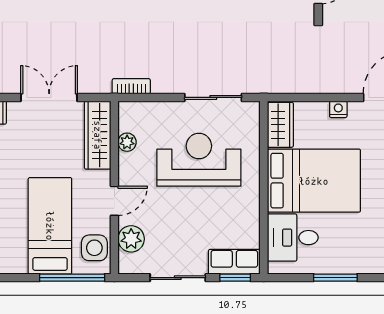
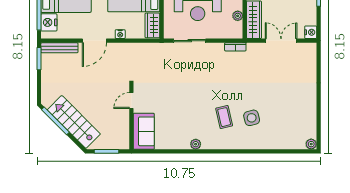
double door: (49, 97) -> (281, 41), swing flipped

